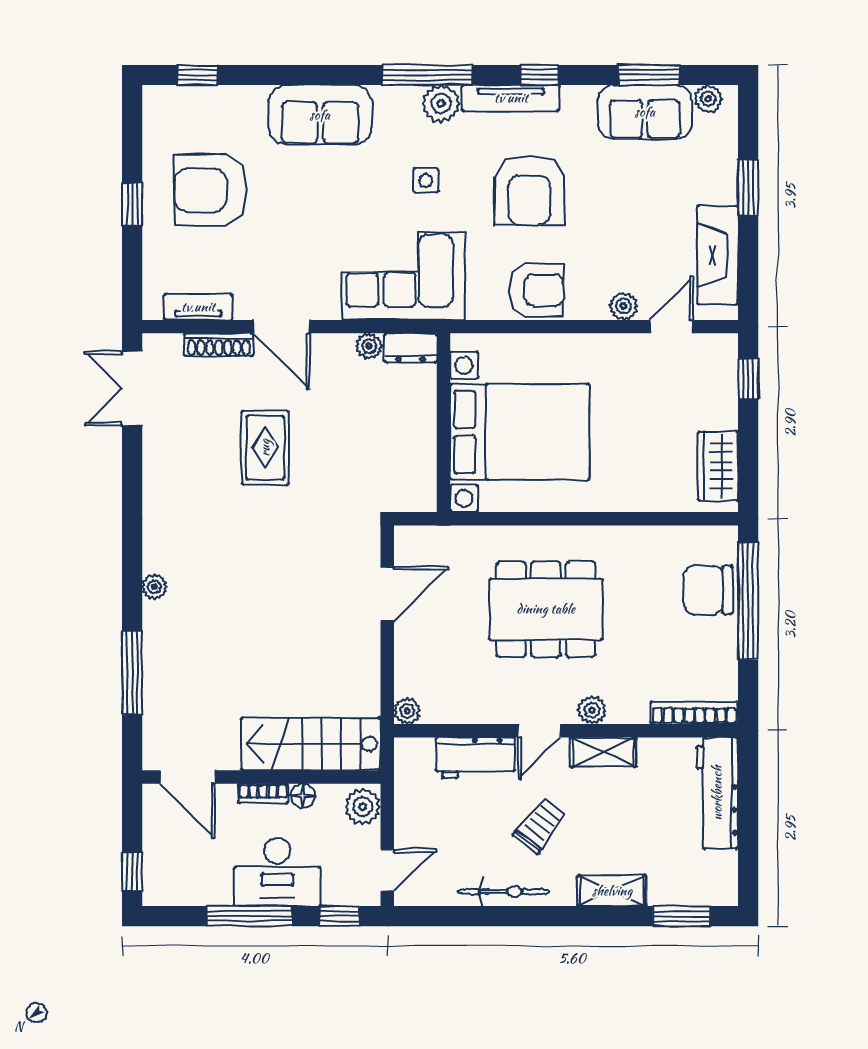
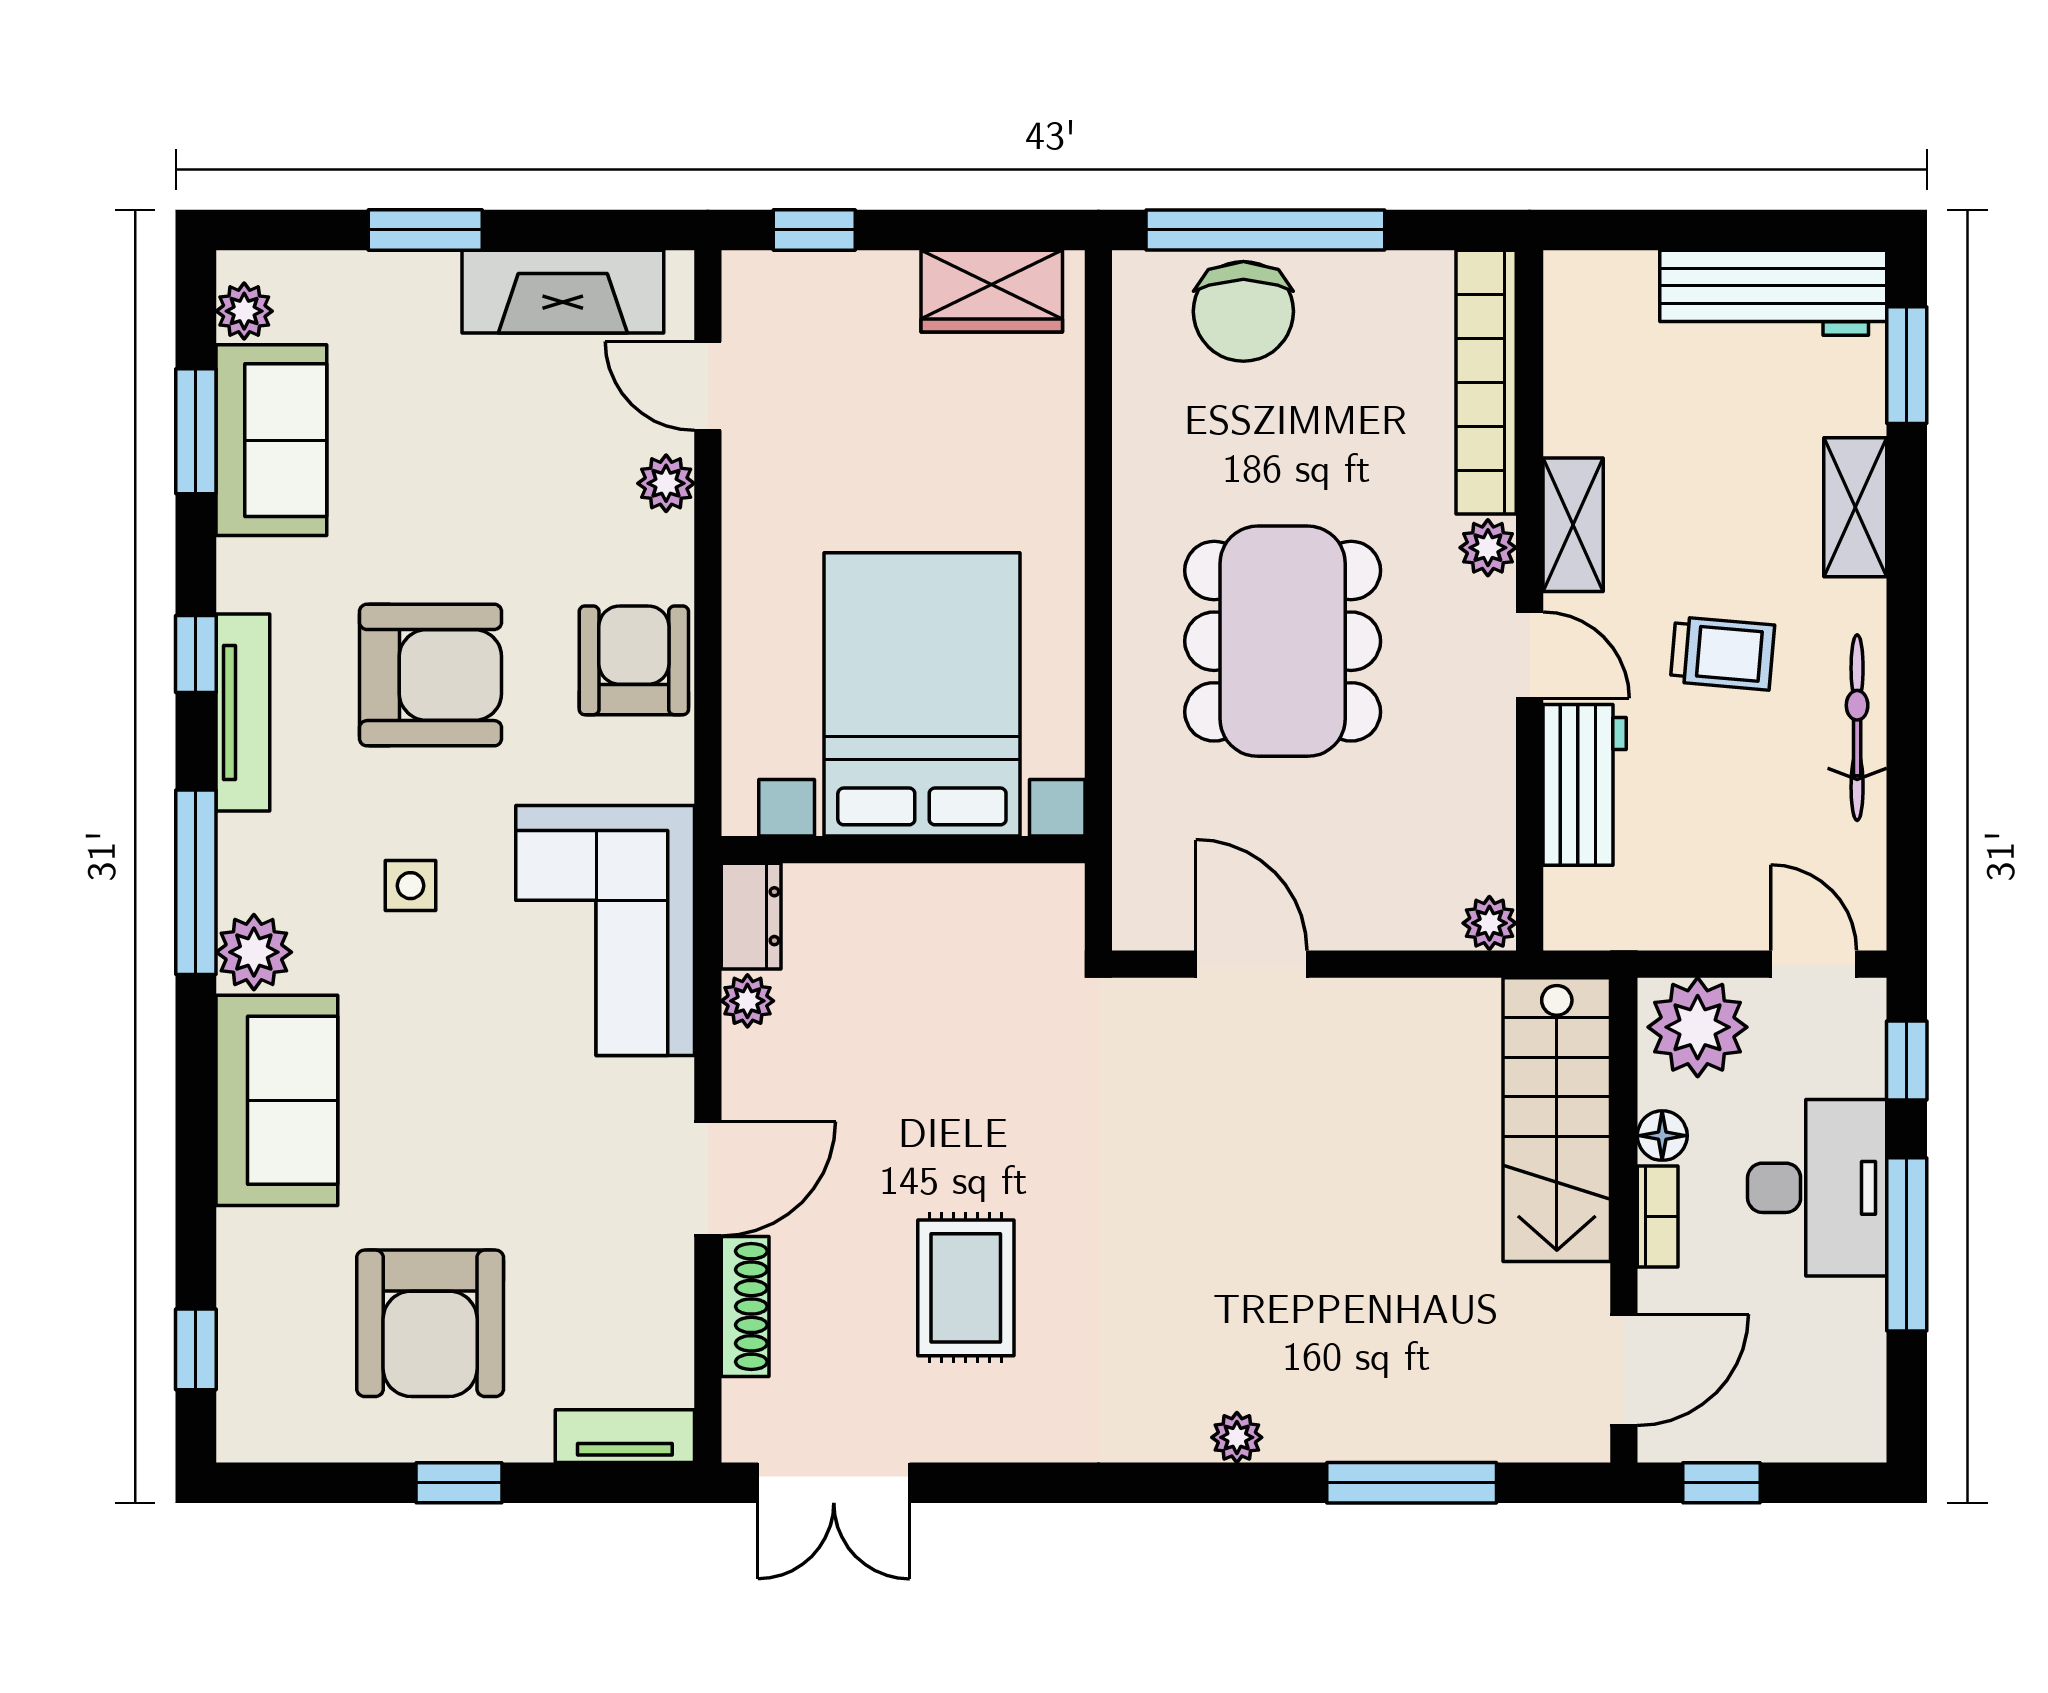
plant: (441, 103) -> (254, 952), moved
tv unit: (198, 307) -> (625, 1436), moved, turned 90
rug: (265, 448) -> (966, 1288), moved, turned 90
bookcase: (694, 713) -> (1486, 382), width x1.48, depth x1.31
workbench: (717, 793) -> (1773, 293), moved
plant: (363, 807) -> (1698, 1027), width x1.36, depth x1.36
trolley: (540, 825) -> (1722, 653), turned 147
window: (132, 872) -> (1721, 1483), moved

